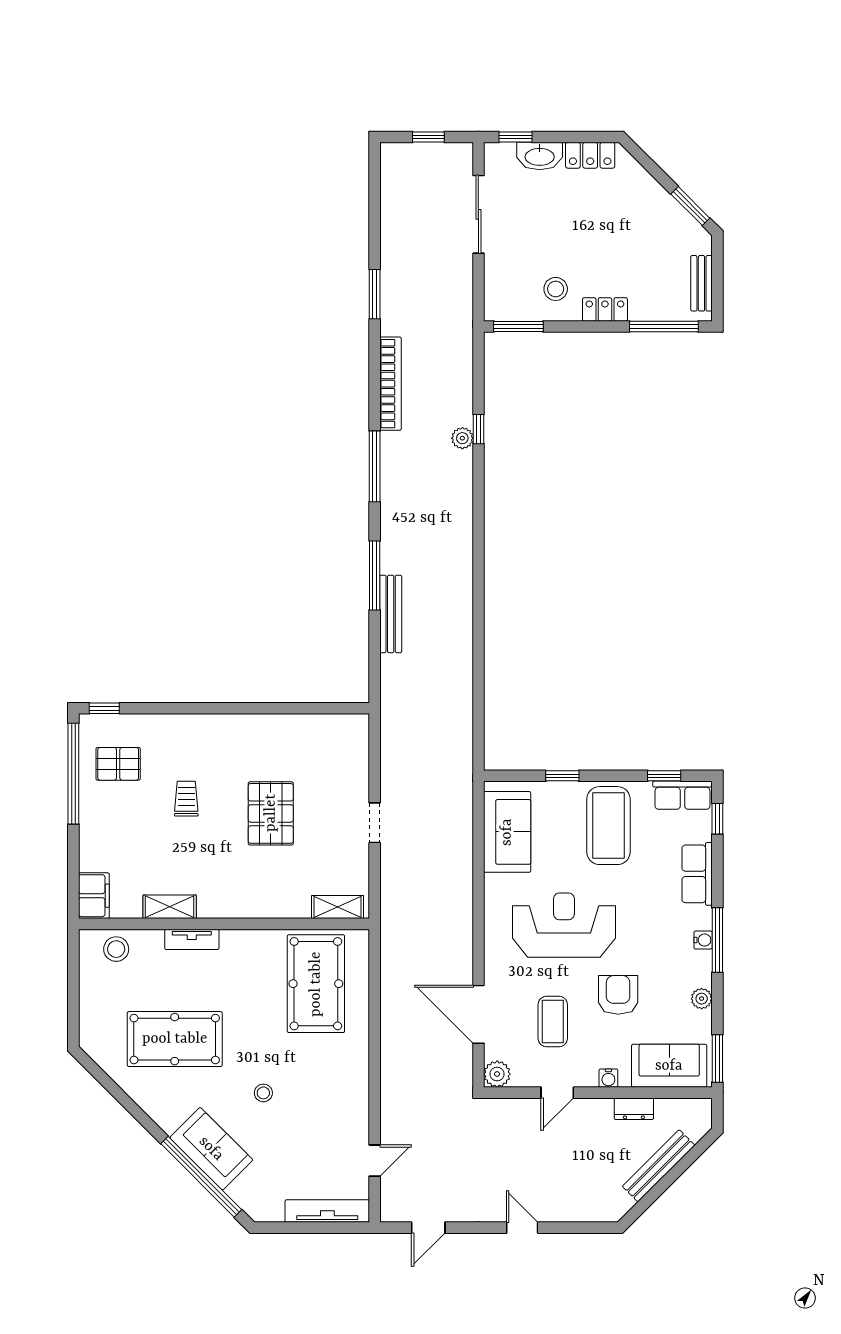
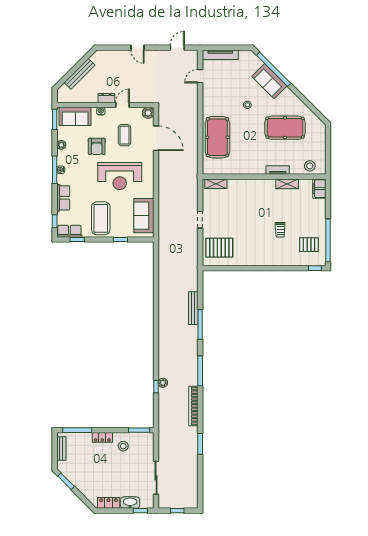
pallet: (271, 813) -> (219, 248), moved, turned 90
pool table: (316, 984) -> (217, 137), moved
dresser: (634, 1109) -> (106, 98), moved

